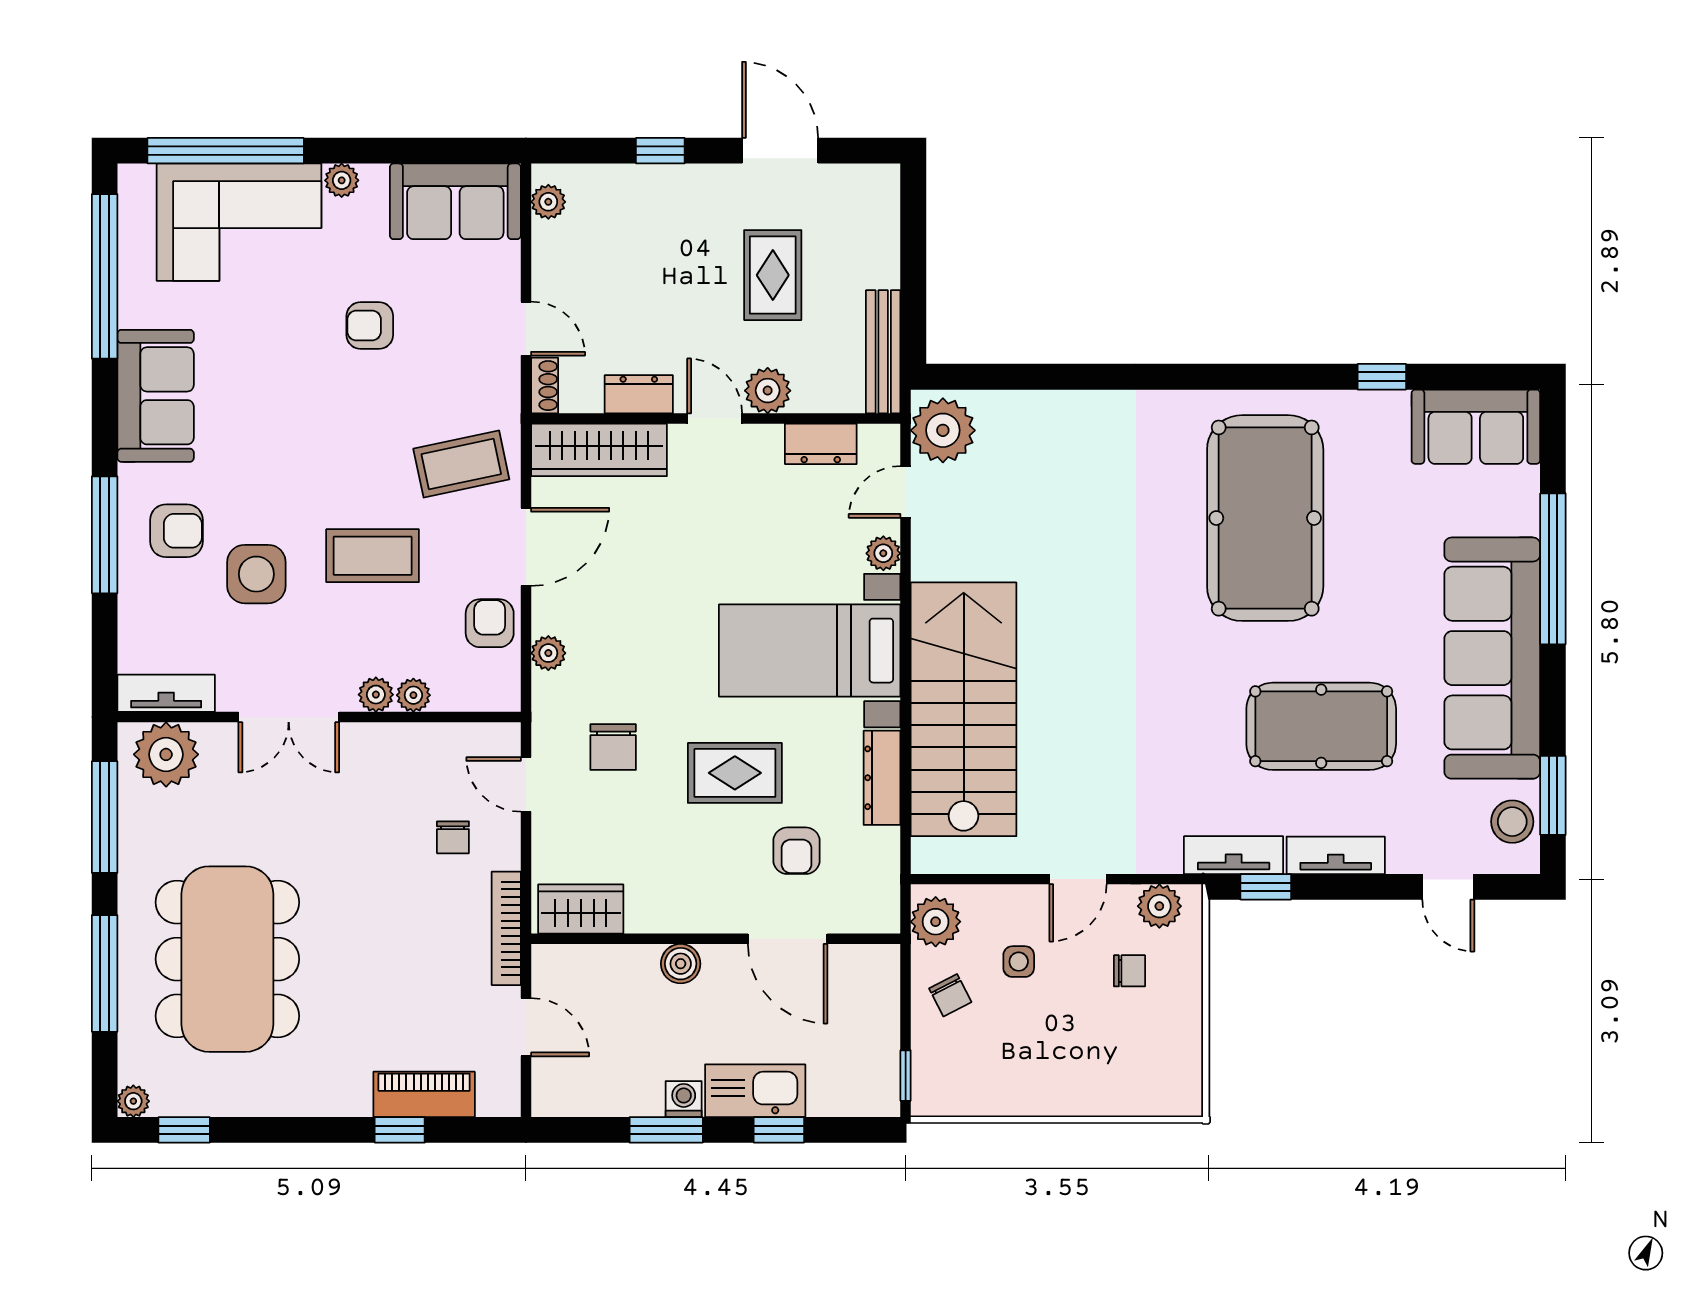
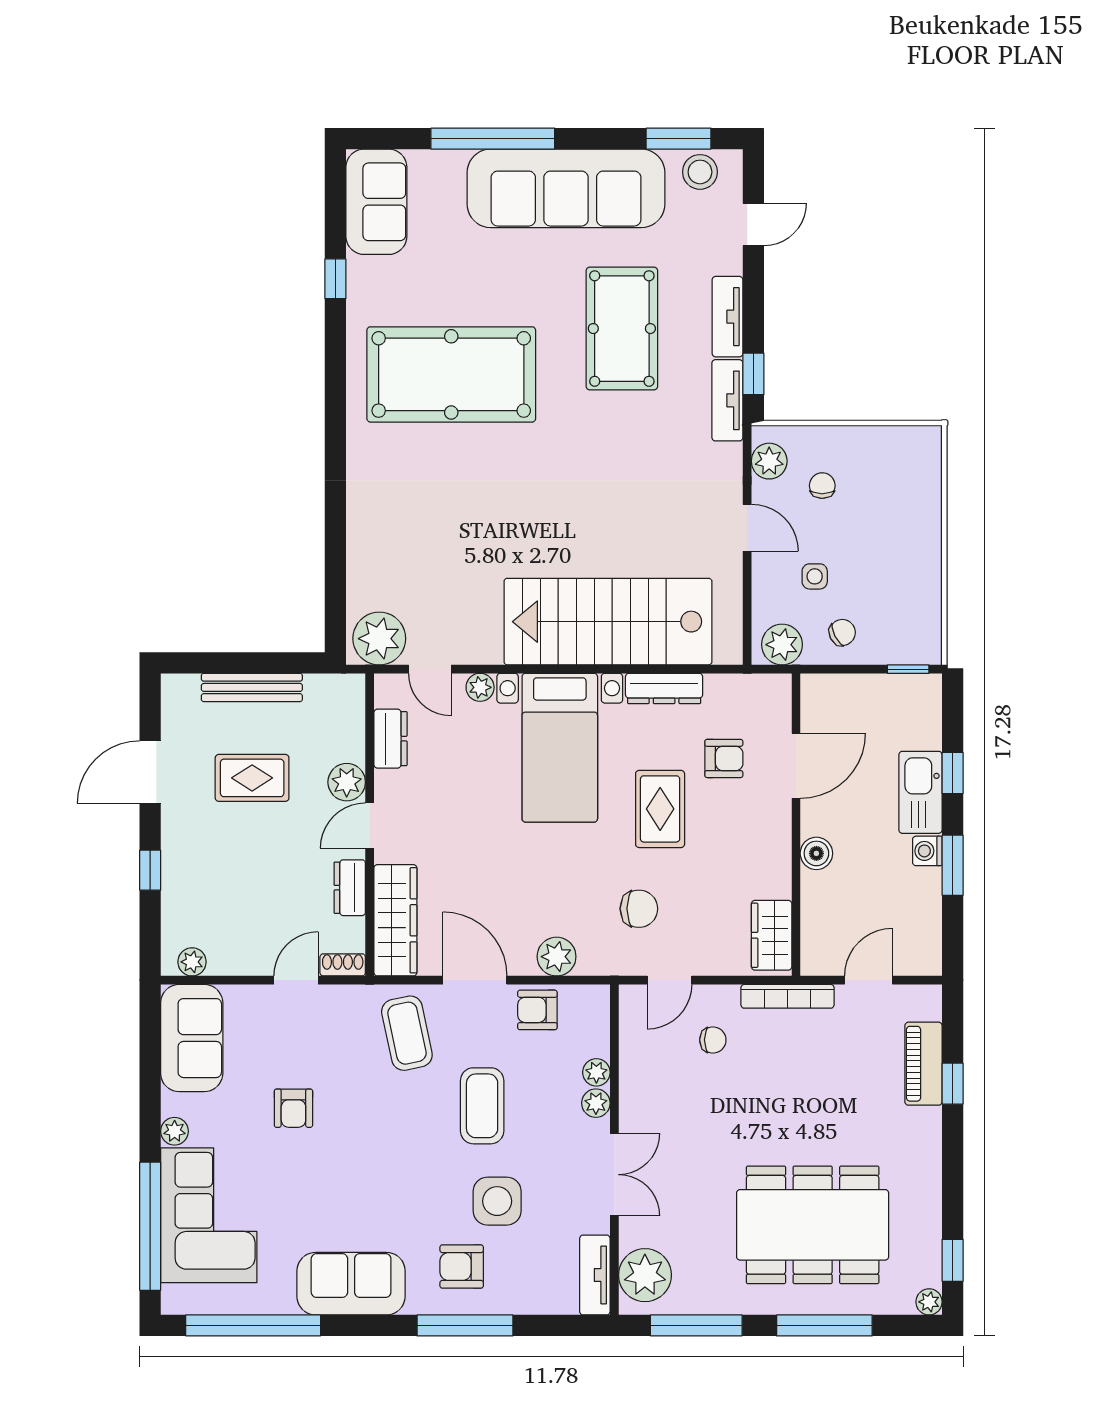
bench: (883, 352) -> (252, 687), moved
armchair: (177, 531) -> (462, 1267), turned -90
plant: (548, 653) -> (557, 957), width x1.38, depth x1.38

